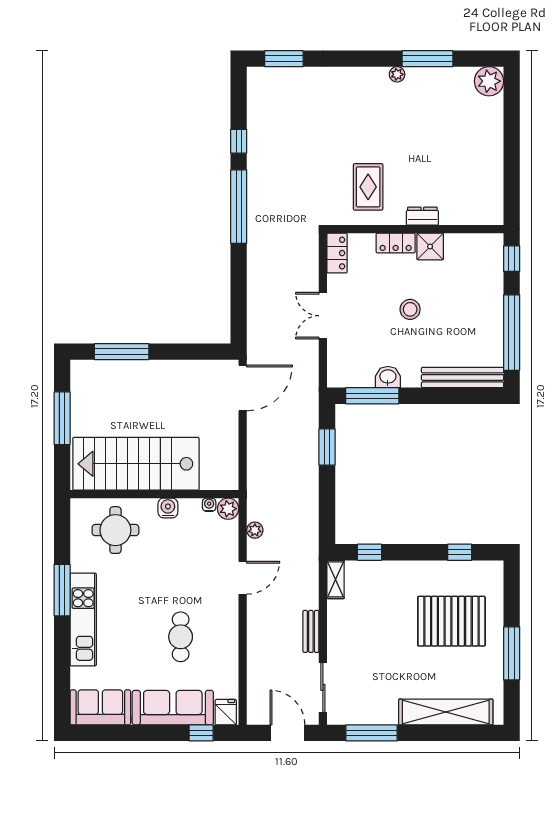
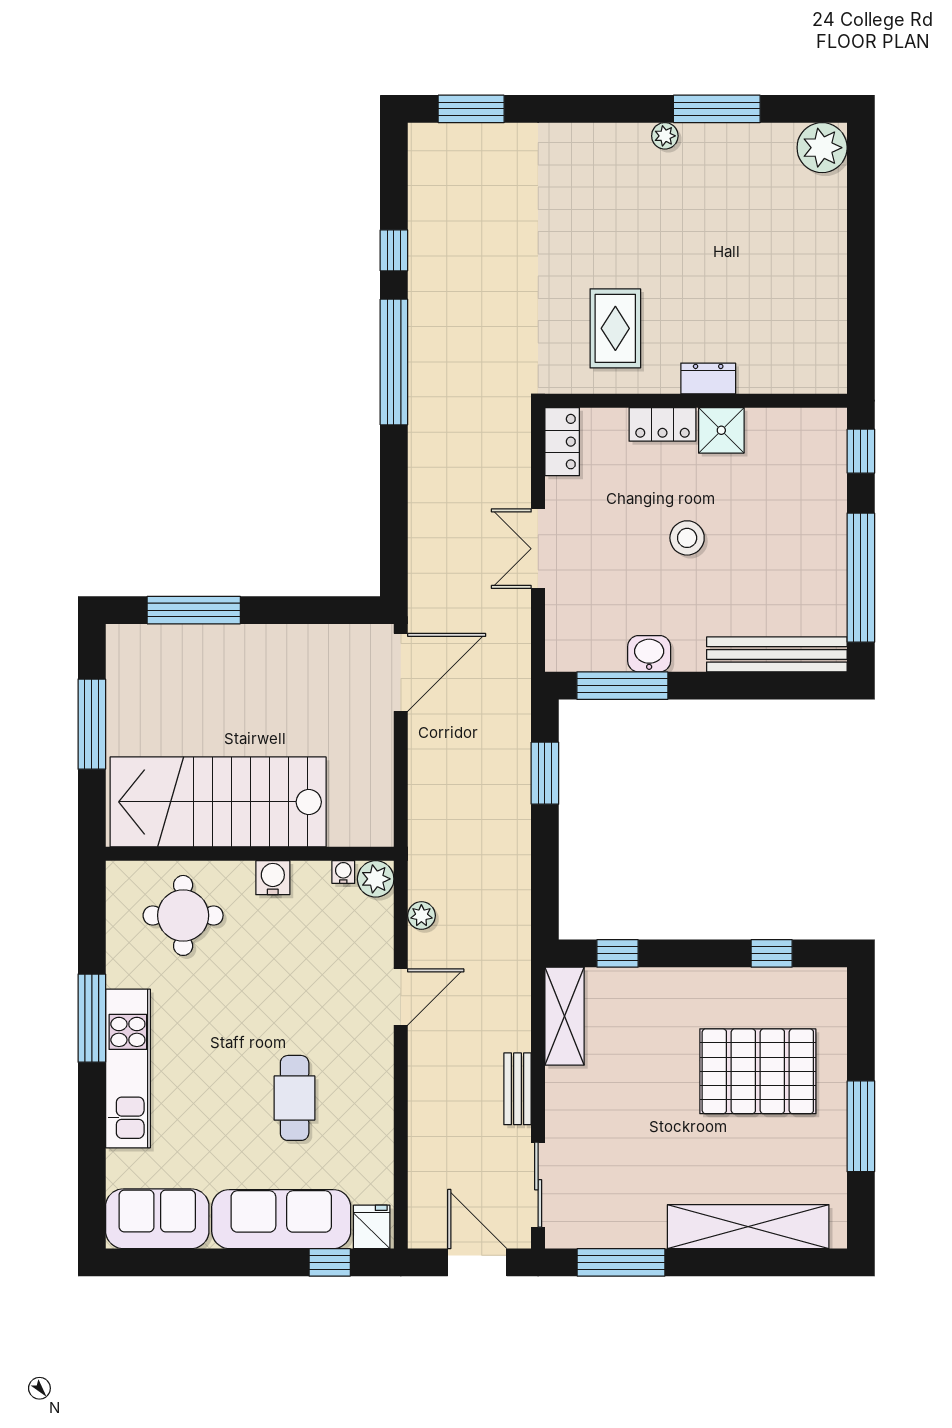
shelving: (336, 579) -> (565, 1016), width x1.50, depth x1.33

